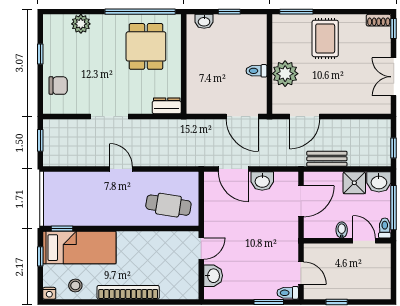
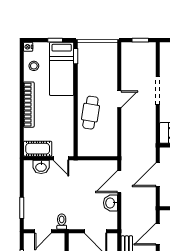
door: (242, 117) -> (158, 175), moved
door: (305, 117) -> (158, 234), hinge flipped
cafe table: (168, 205) -> (90, 113), moved
cot: (188, 280) -> (38, 149), added
toilet: (288, 293) -> (62, 222), moved

